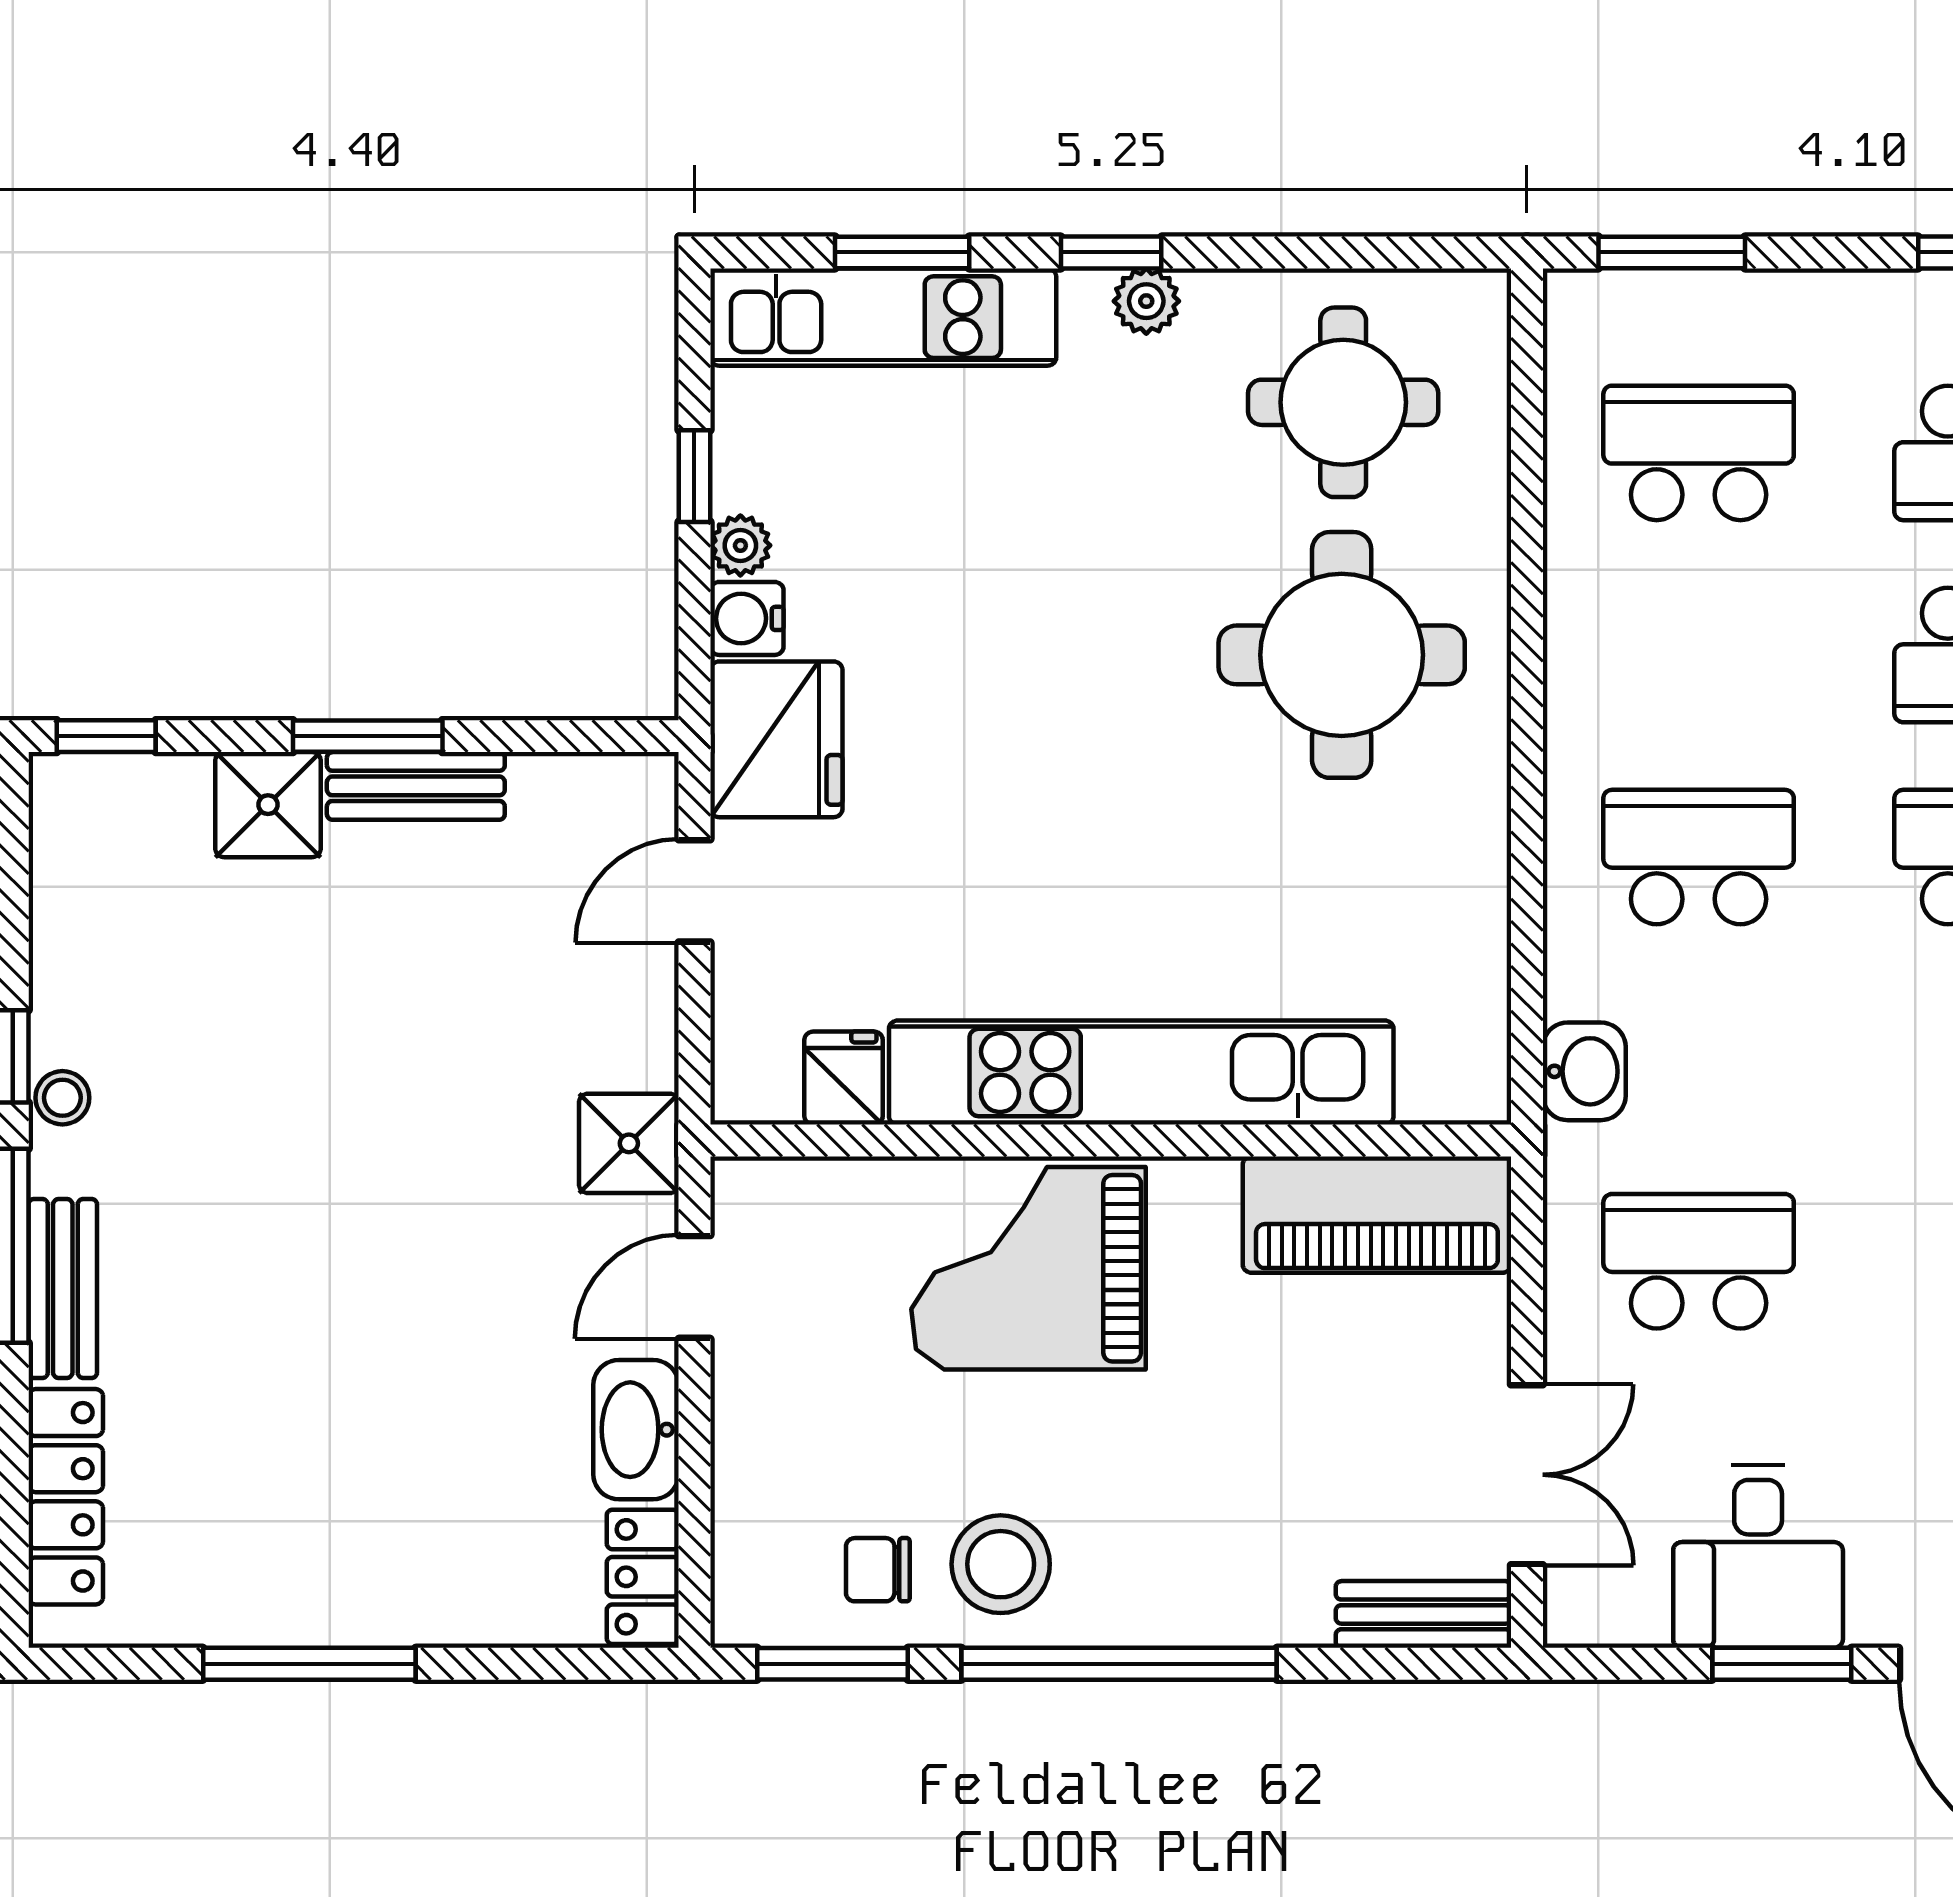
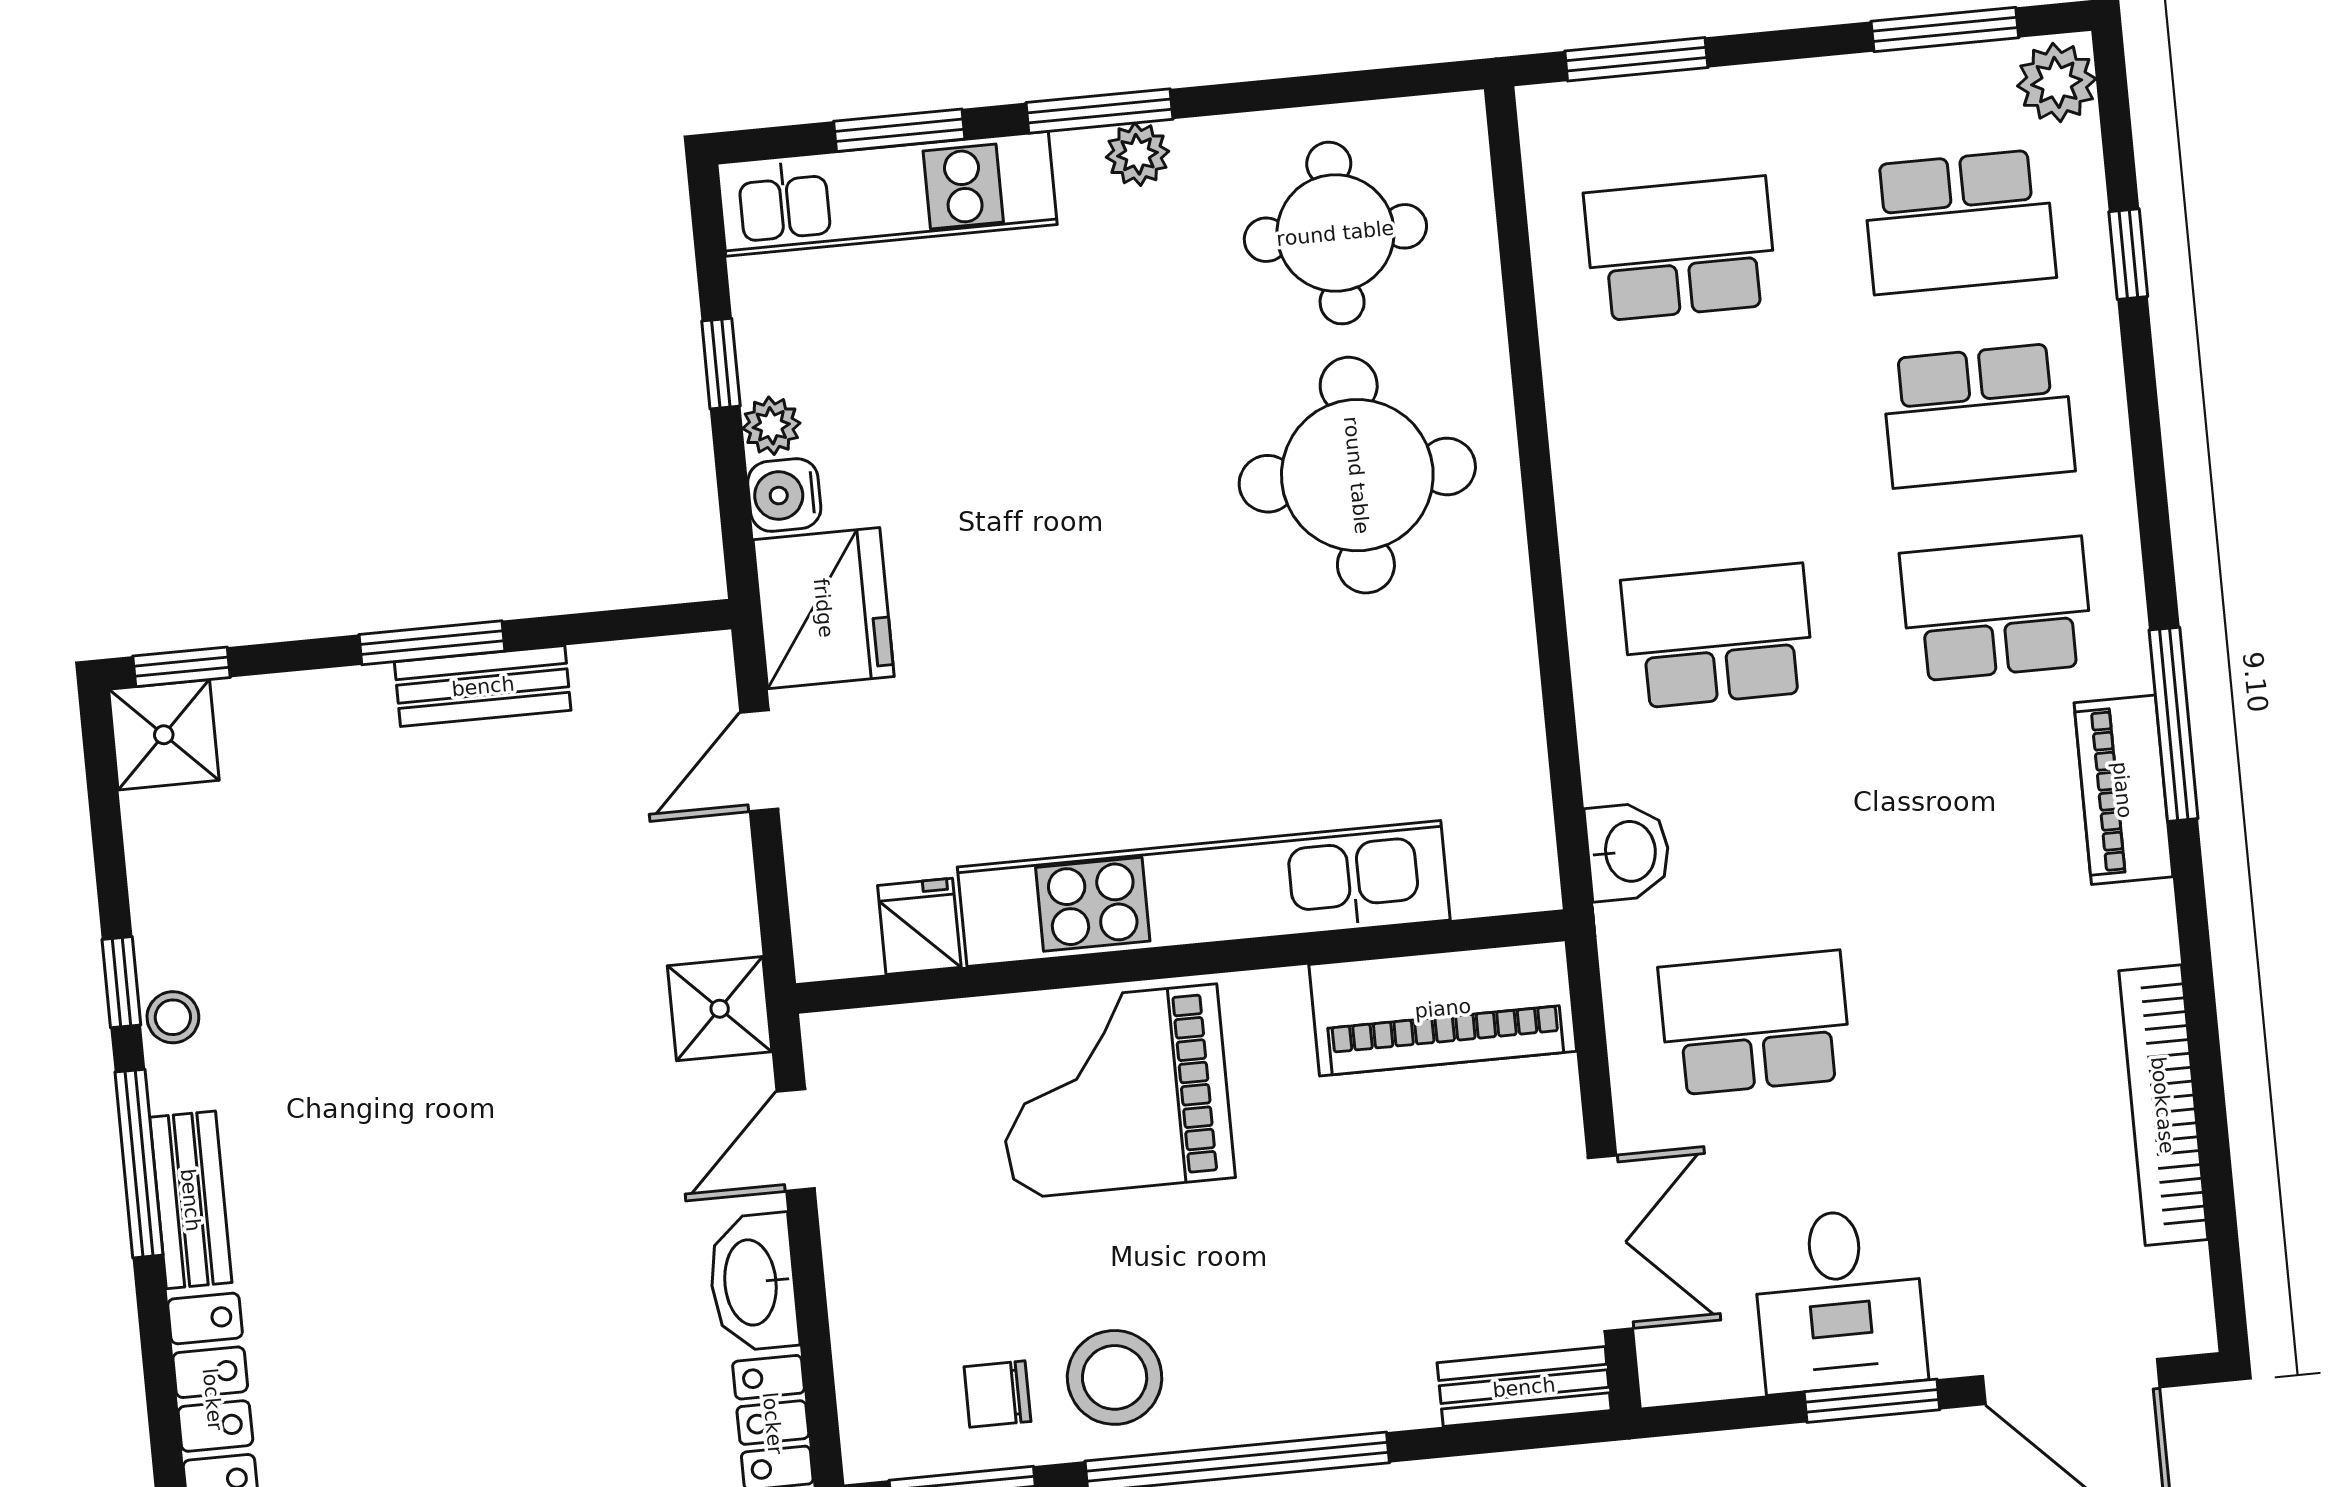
window: (1111, 252) -> (1099, 111), width x1.50
shower: (268, 805) -> (164, 735), moved

